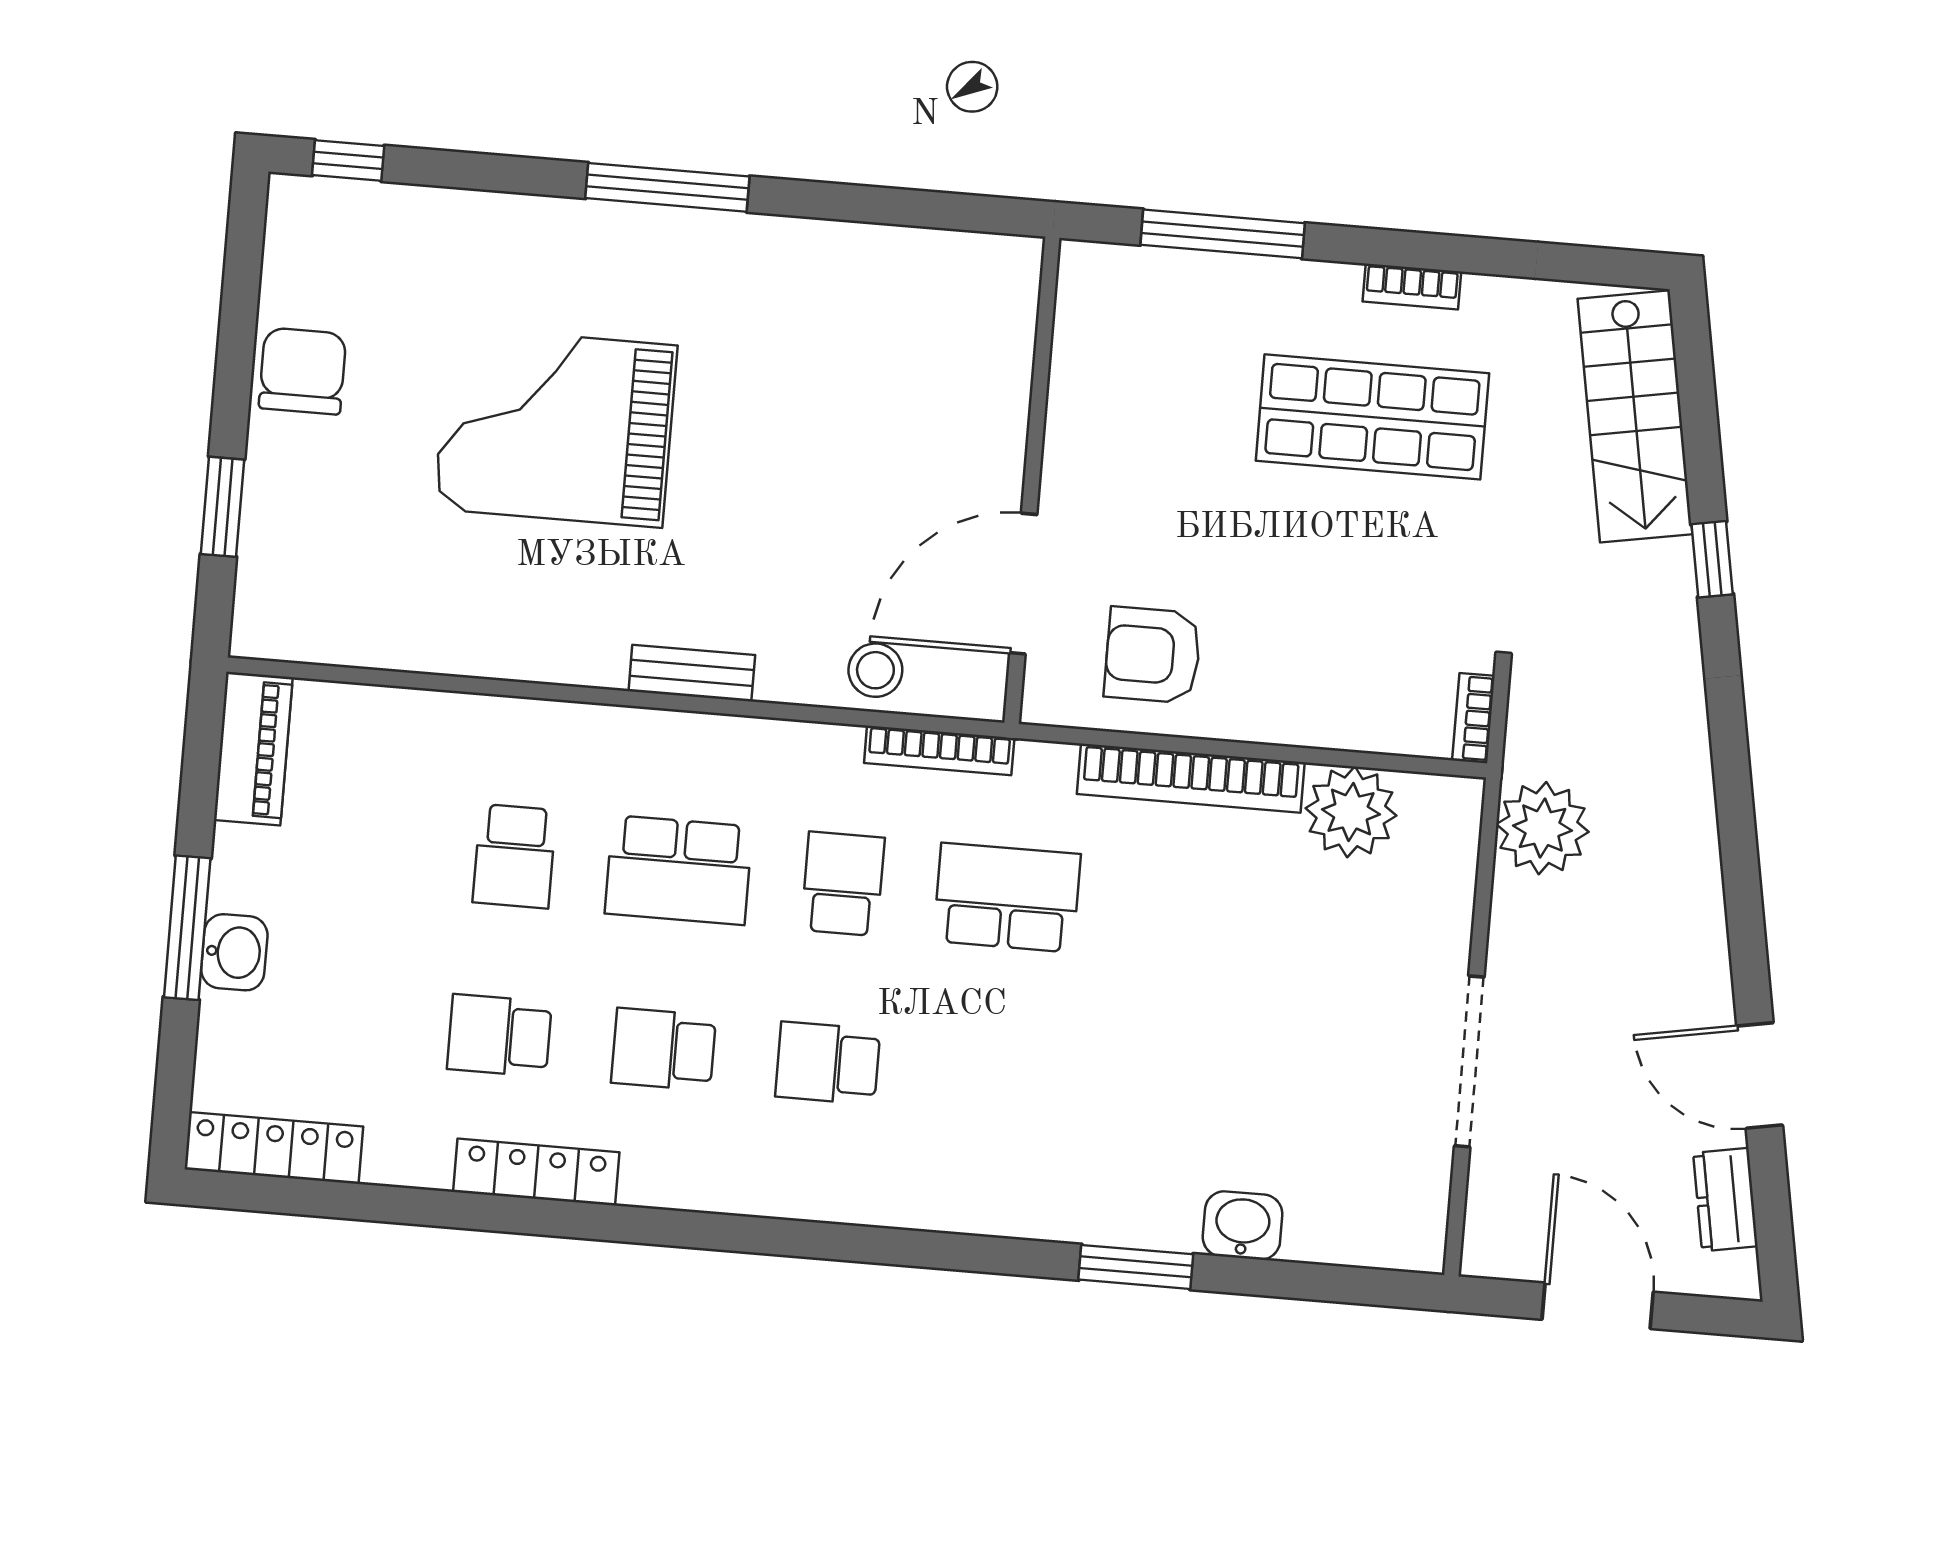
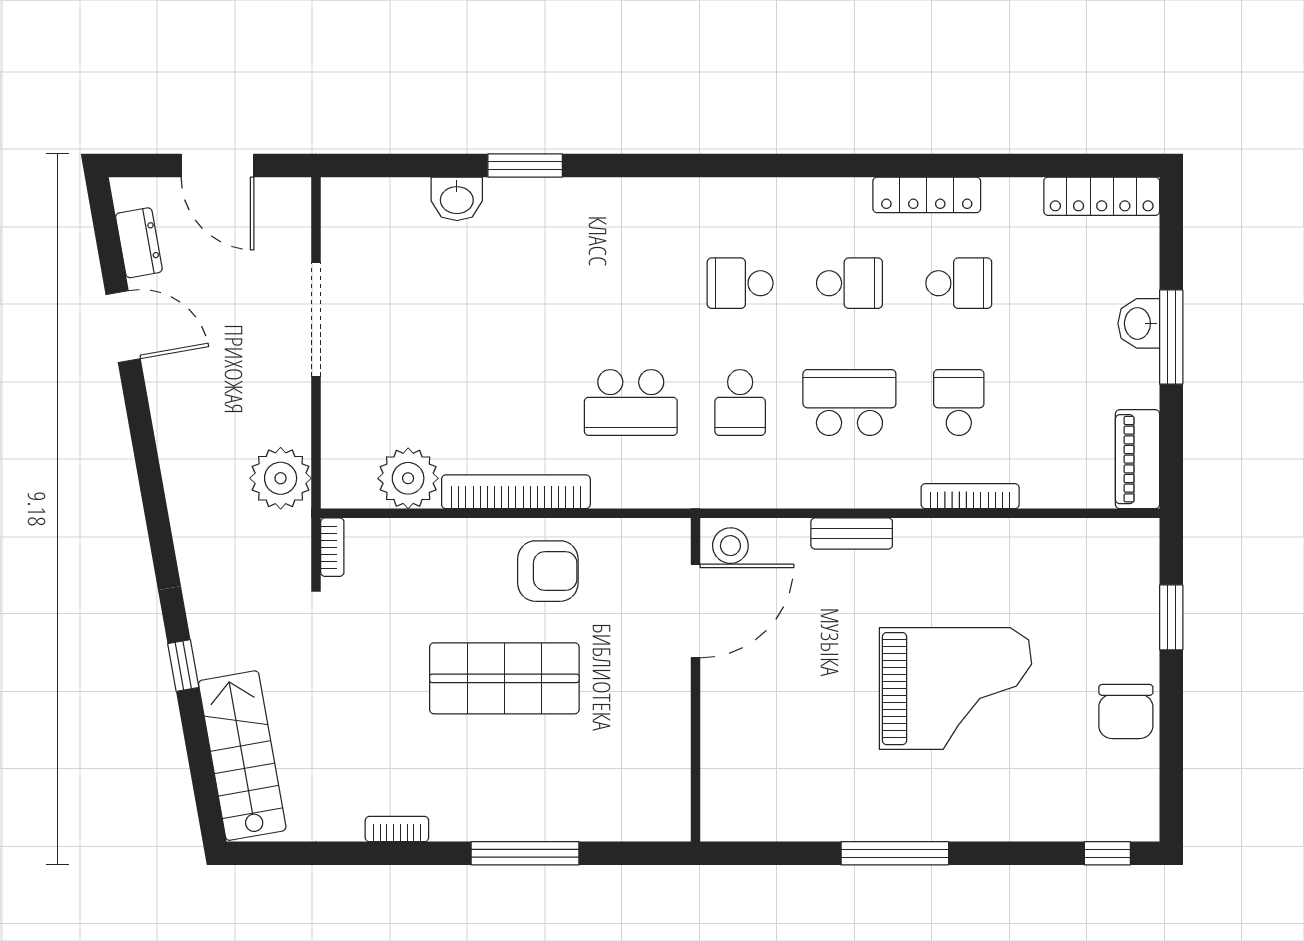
shop shelf: (1372, 417) -> (504, 678), moved
wall: (1032, 480) -> (696, 680), moved
door: (1023, 584) -> (696, 611), moved
bookcase: (939, 750) -> (970, 496), moved
school desk: (828, 1063) -> (740, 283), turned 180

